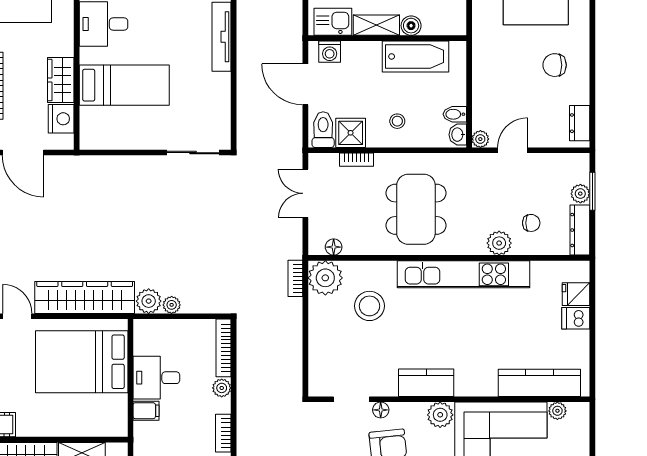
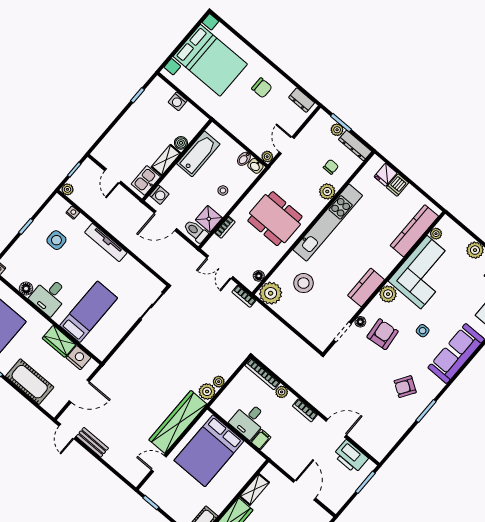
chair: (555, 65) -> (262, 88), turned -90
bookcase: (295, 278) -> (244, 296), moved

